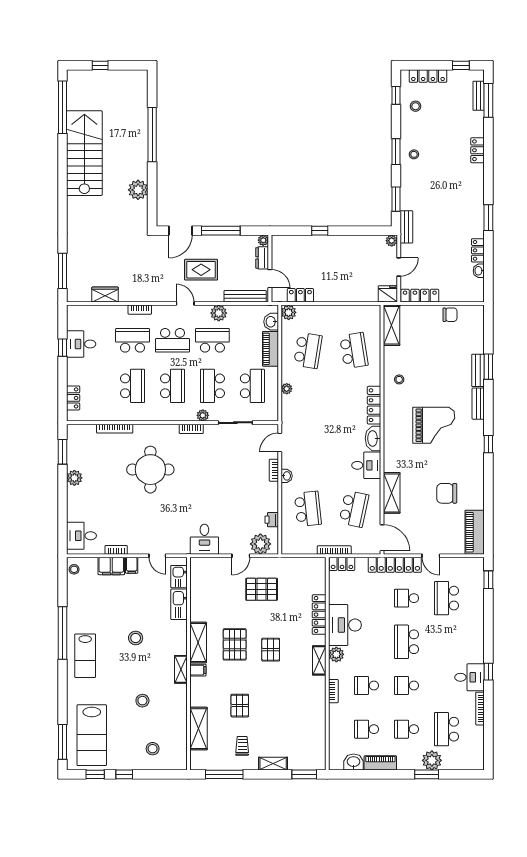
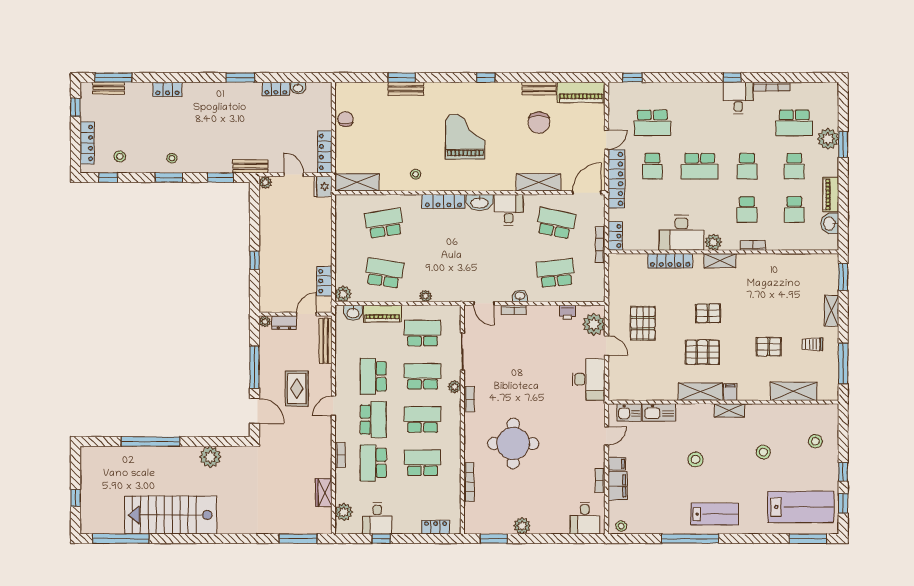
plant: (219, 313) -> (344, 512), moved
school desk: (212, 386) -> (423, 376), turned 180
bench: (478, 404) -> (539, 89), moved
desk: (204, 539) -> (589, 379), width x1.37

